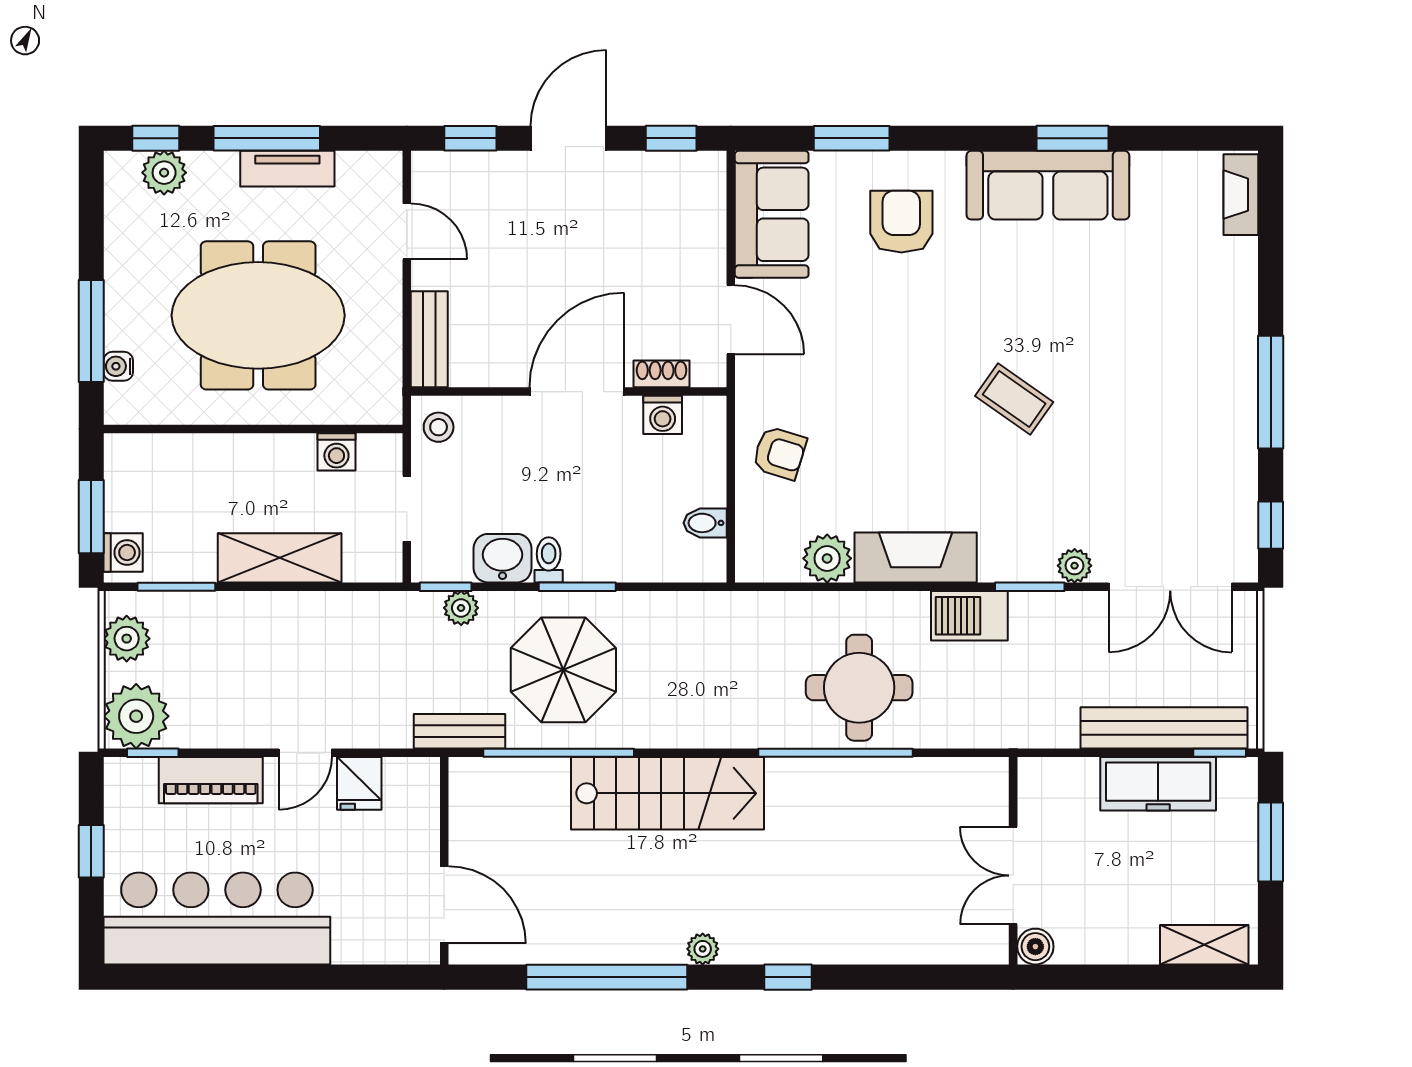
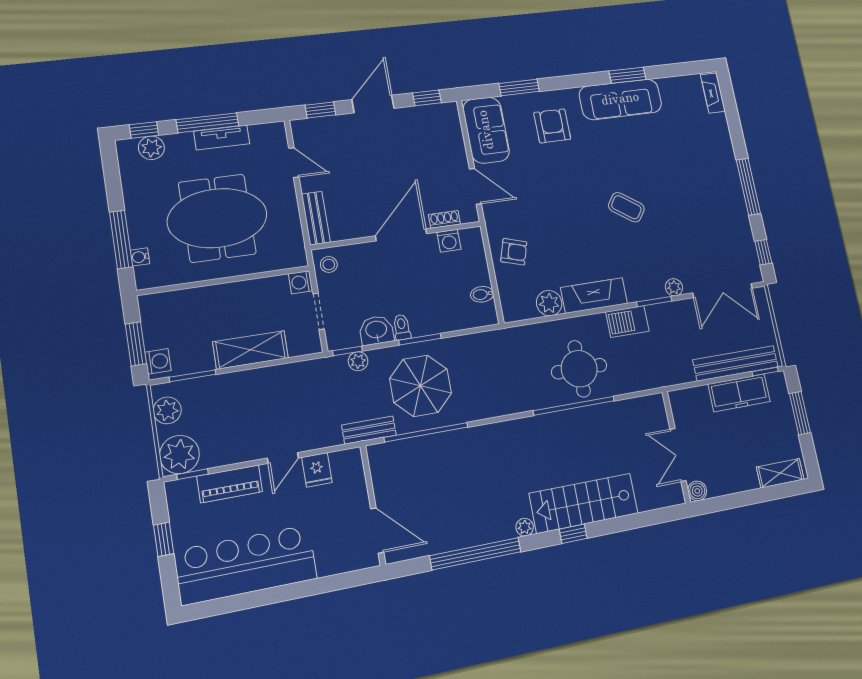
washing machine: (336, 452) -> (301, 282), moved, turned 90
stairs: (668, 793) -> (584, 503), moved, turned 180

